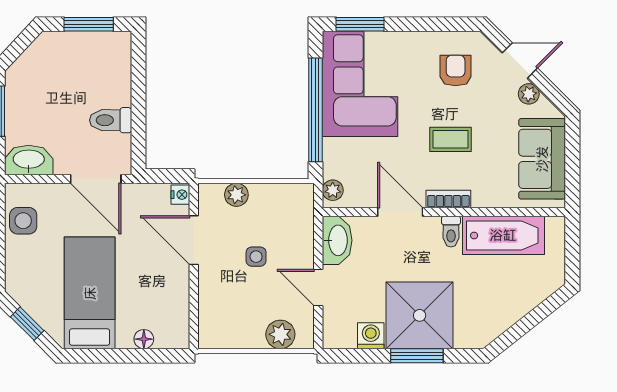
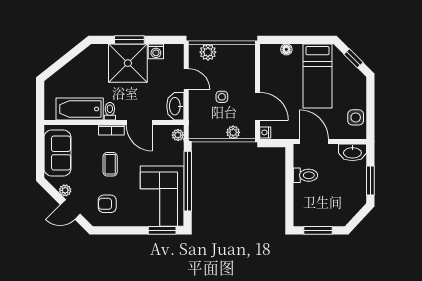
armchair: (456, 70) -> (107, 204), turned 90
coffee table: (451, 139) -> (110, 164), turned 90

